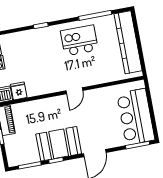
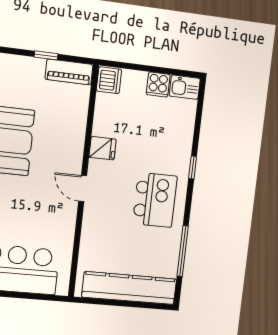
kitchen island: (79, 40) -> (155, 200), moved
fridge: (19, 91) -> (103, 148), moved

